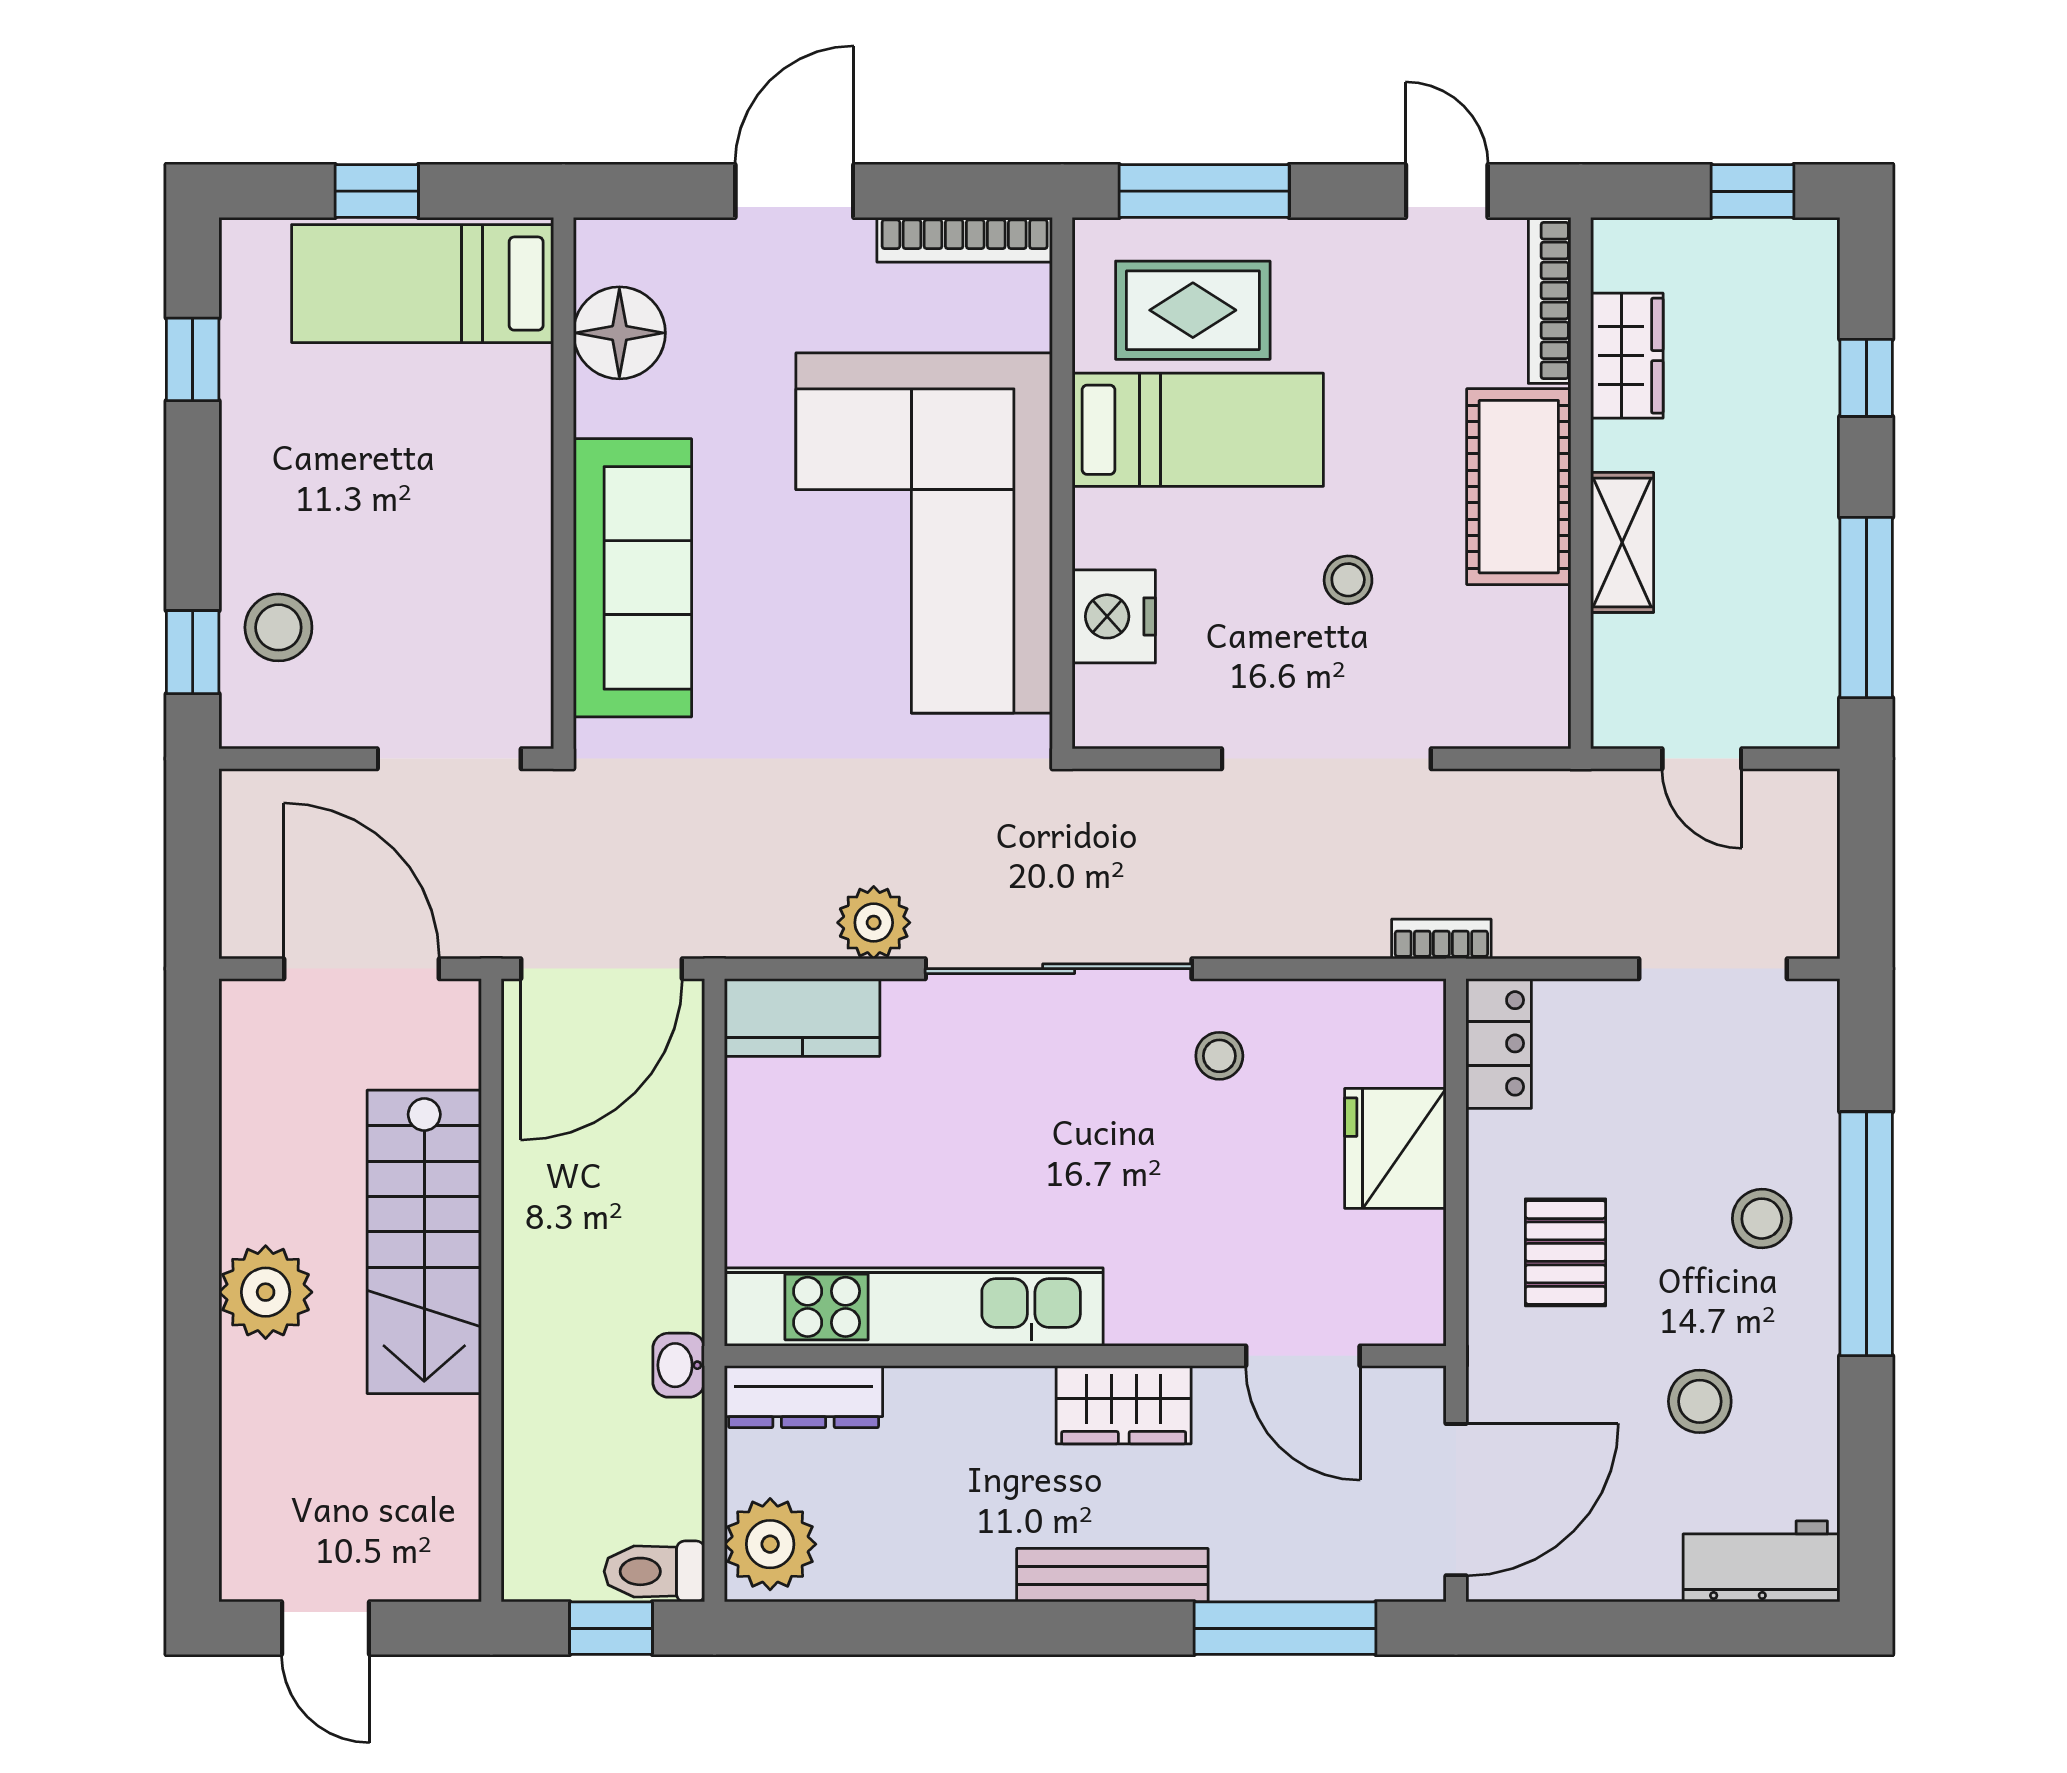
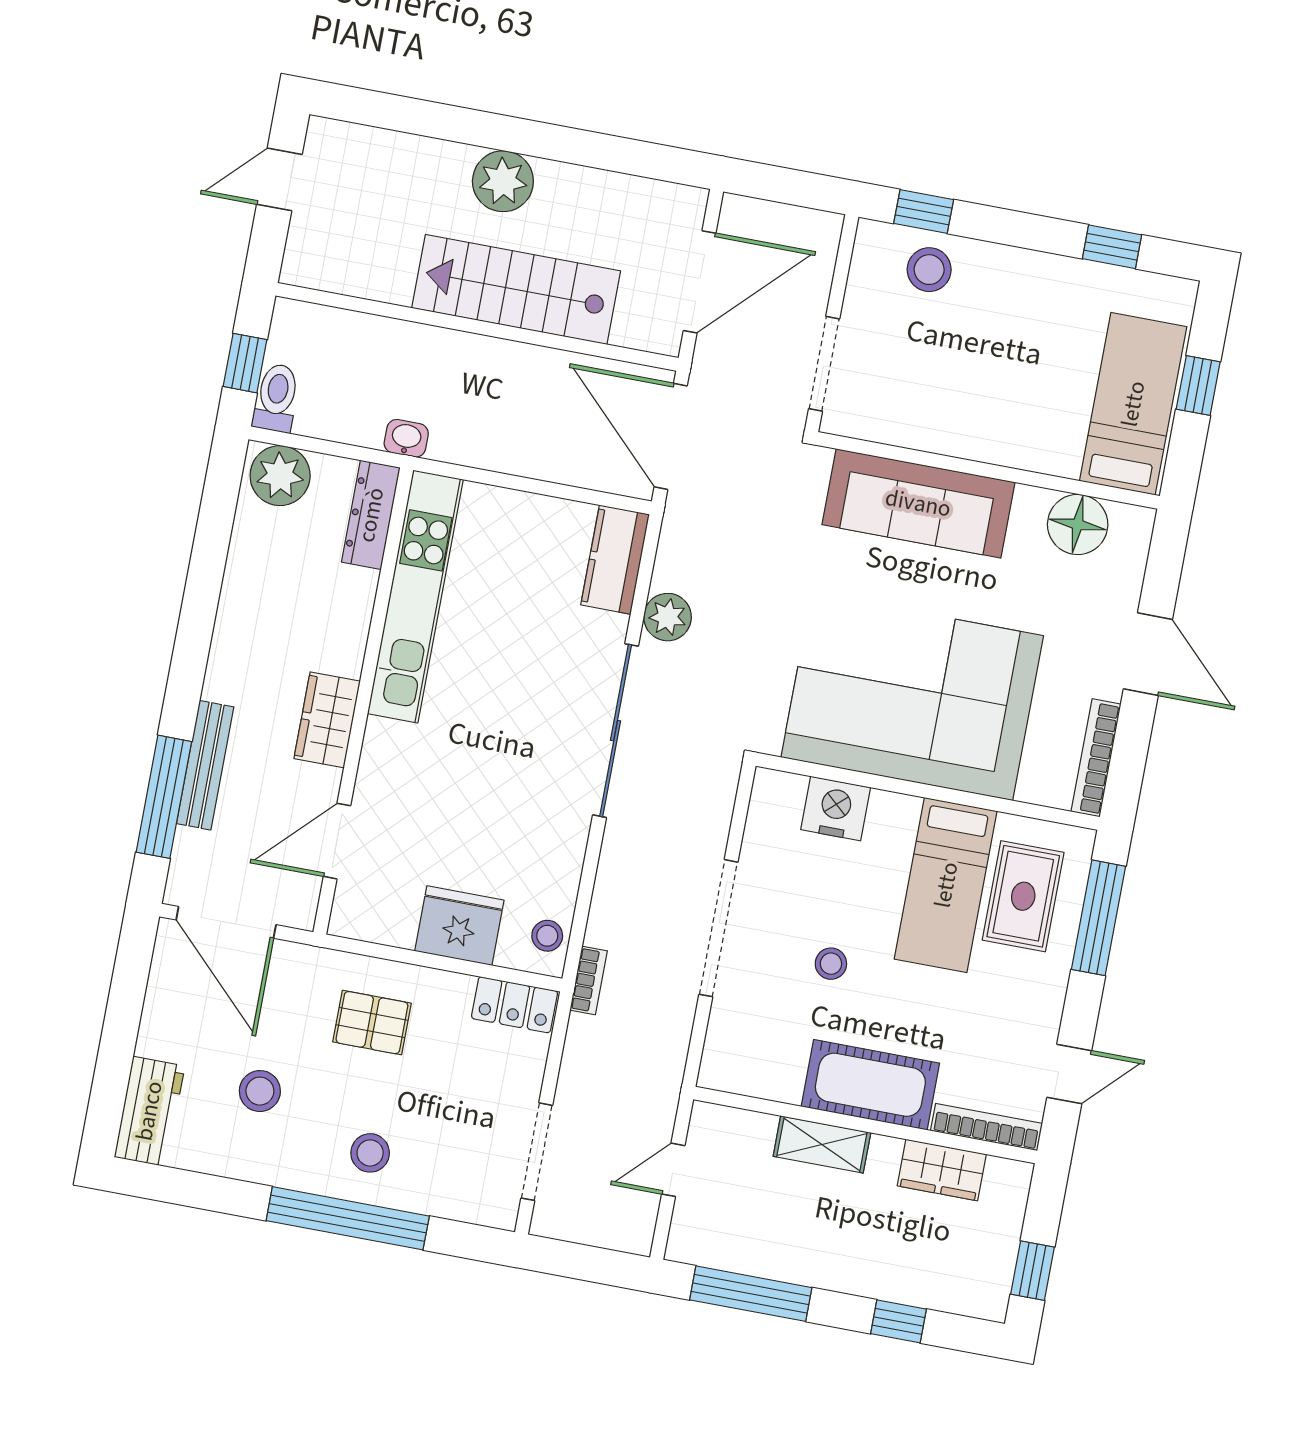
stool: (1219, 1056) -> (547, 936), moved
bench: (1112, 1575) -> (205, 765), moved

